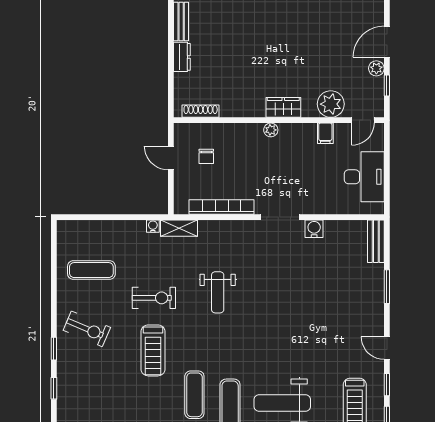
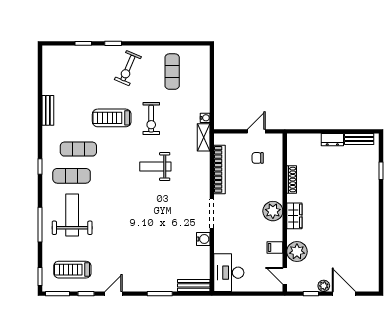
shoe rack: (201, 111) -> (292, 180), moved
plant: (271, 130) -> (273, 211), width x1.87, depth x1.87
desk: (364, 177) -> (229, 273), moved, turned 90

